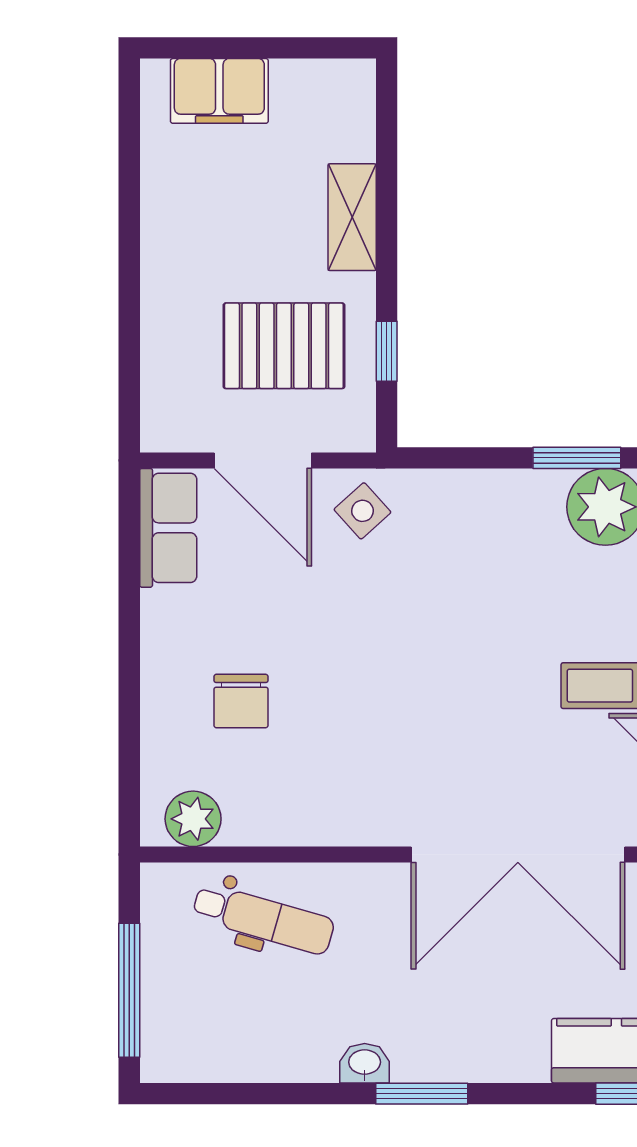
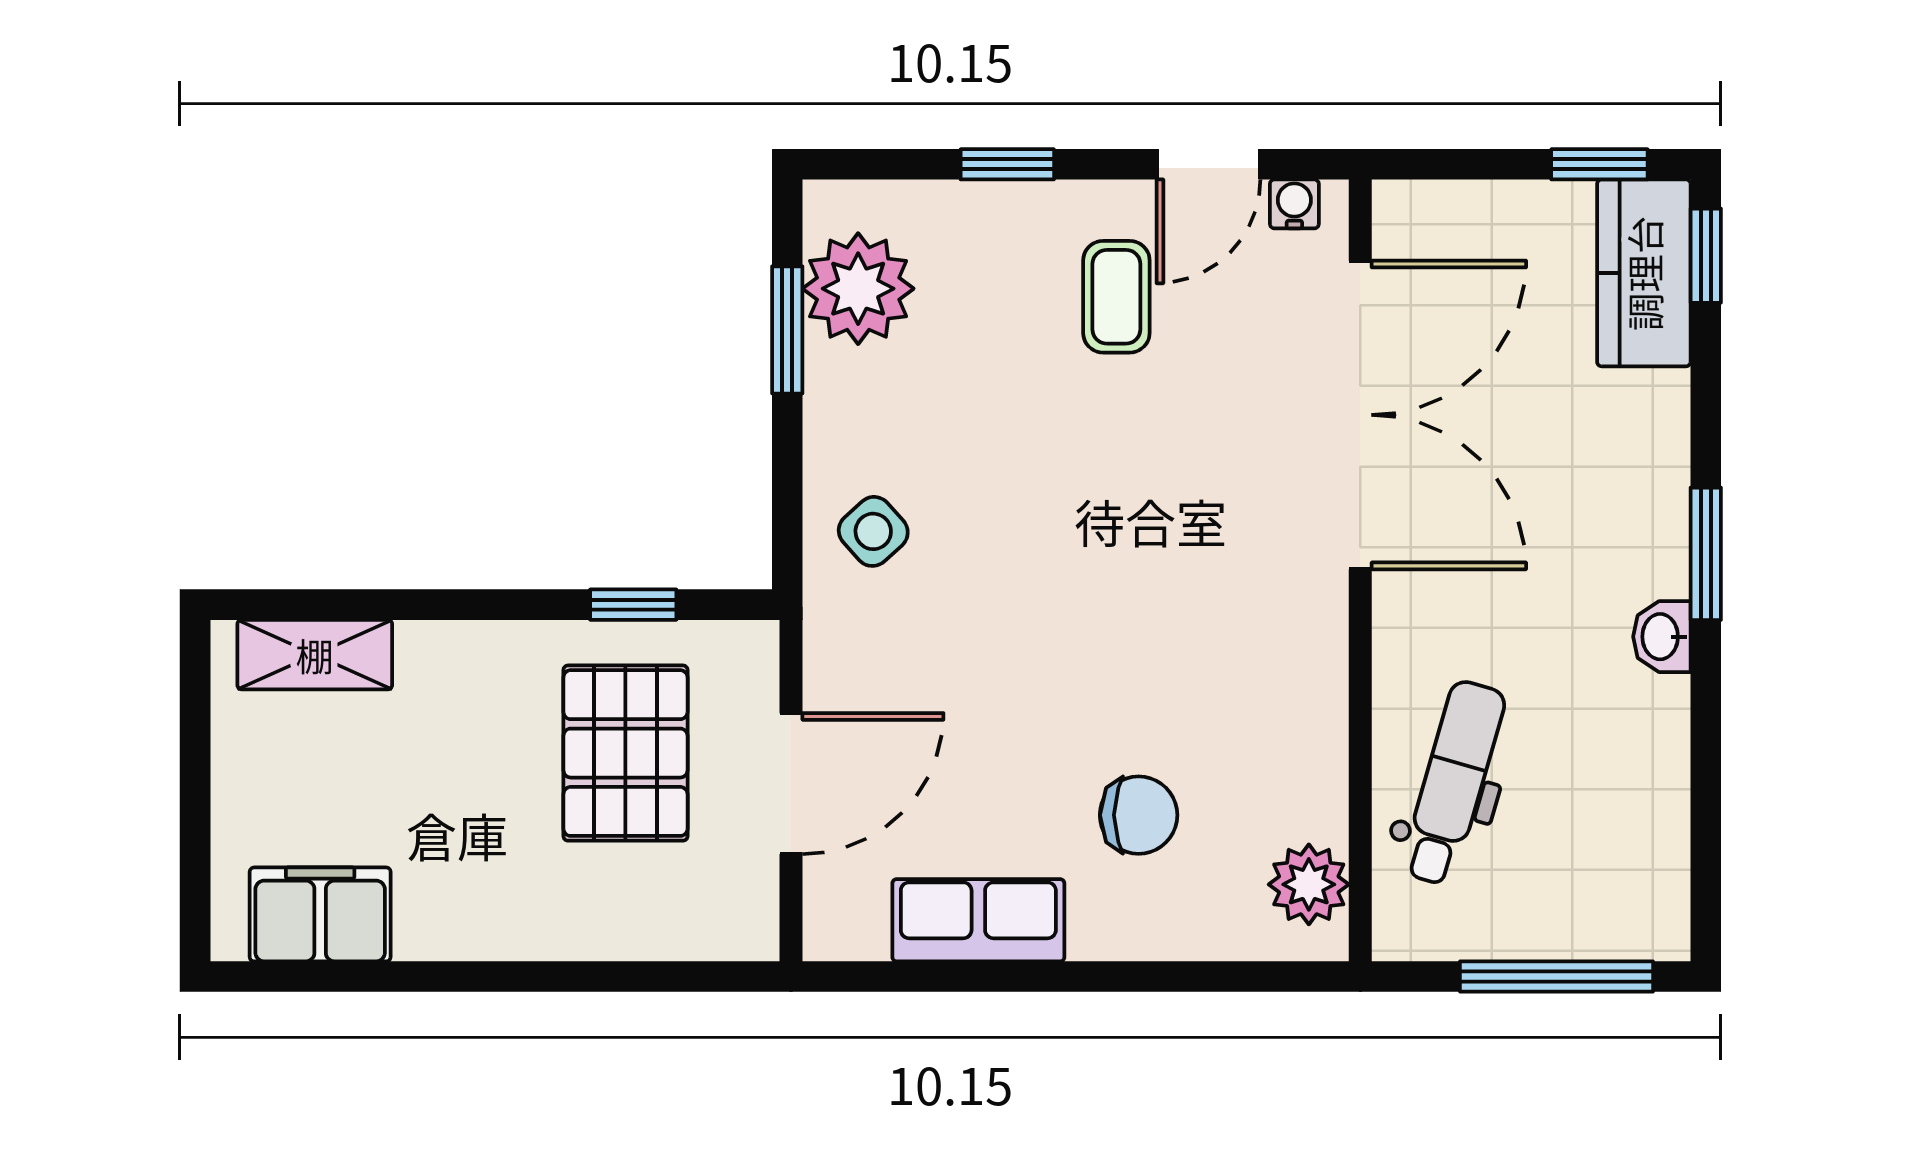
filing cabinet: (219, 91) -> (320, 914), moved, turned -90
shelving: (352, 217) -> (315, 655), moved
side table: (362, 511) -> (873, 531), moved
row of seats: (168, 528) -> (978, 920), moved

